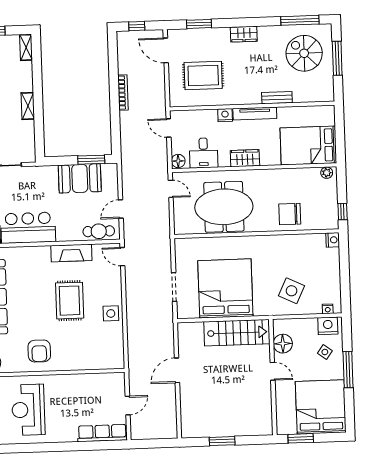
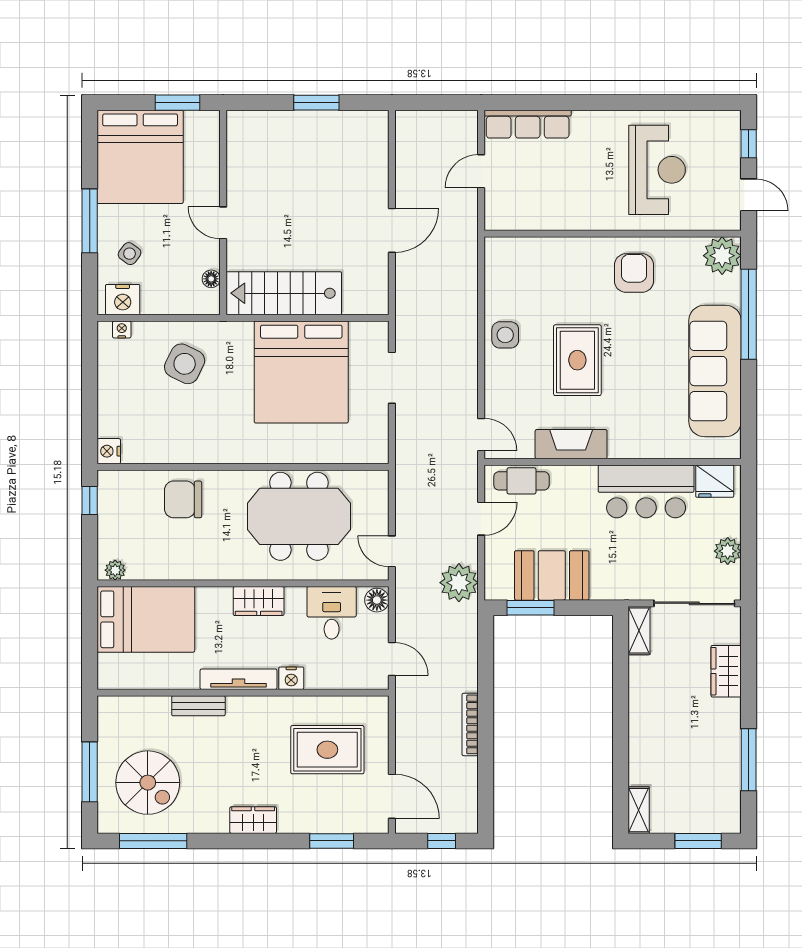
shelving: (28, 106) -> (639, 631), moved
plant: (132, 172) -> (459, 583), added
chair: (290, 214) -> (183, 499), turned 180
floor lamp: (283, 344) -> (211, 279), width x0.53, depth x0.53

